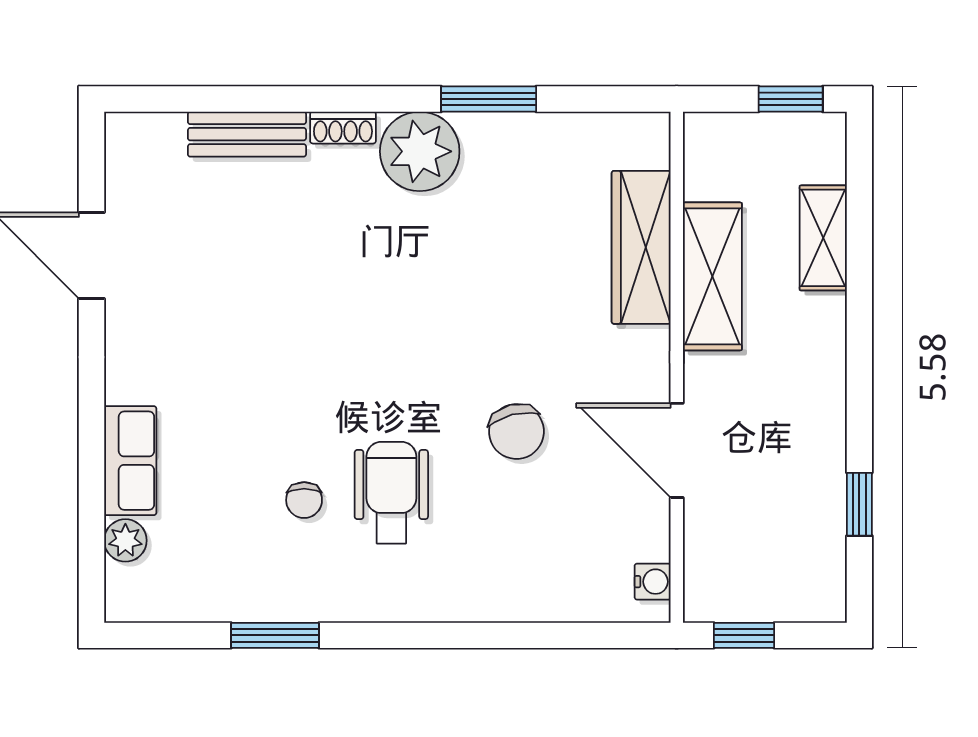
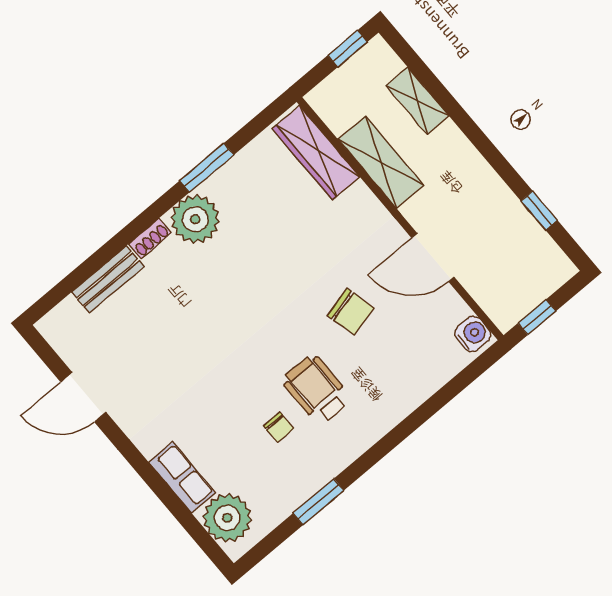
wardrobe: (641, 247) -> (316, 153), moved
plant: (125, 540) -> (227, 518), width x1.87, depth x1.87
water cooler: (653, 582) -> (473, 334), width x1.38, depth x1.38

